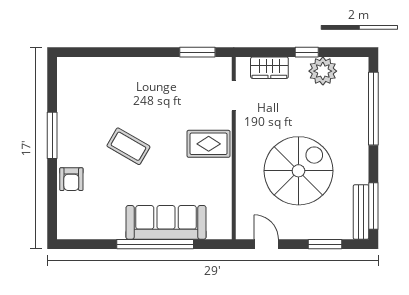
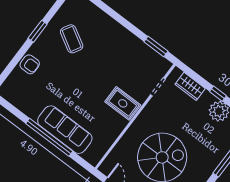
window: (52, 135) -> (38, 31), width x0.69
coffee table: (128, 146) -> (72, 39), moved
armchair: (71, 179) -> (30, 64), turned -90

